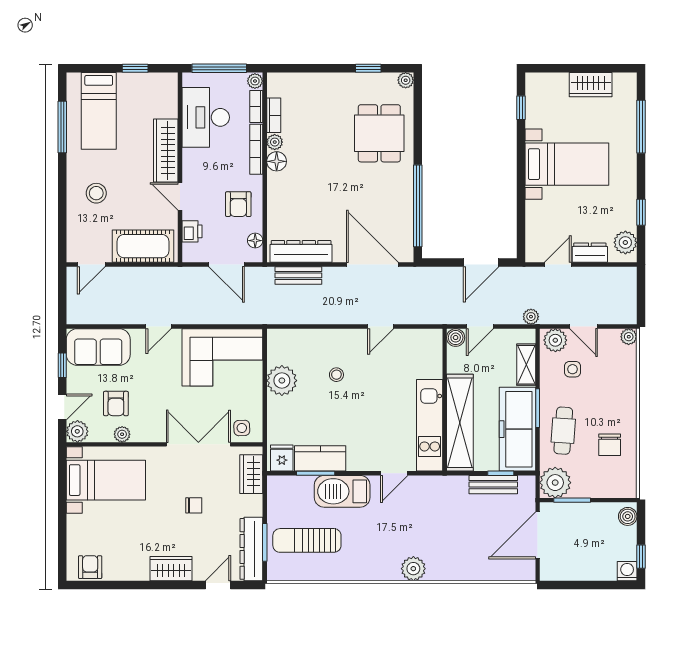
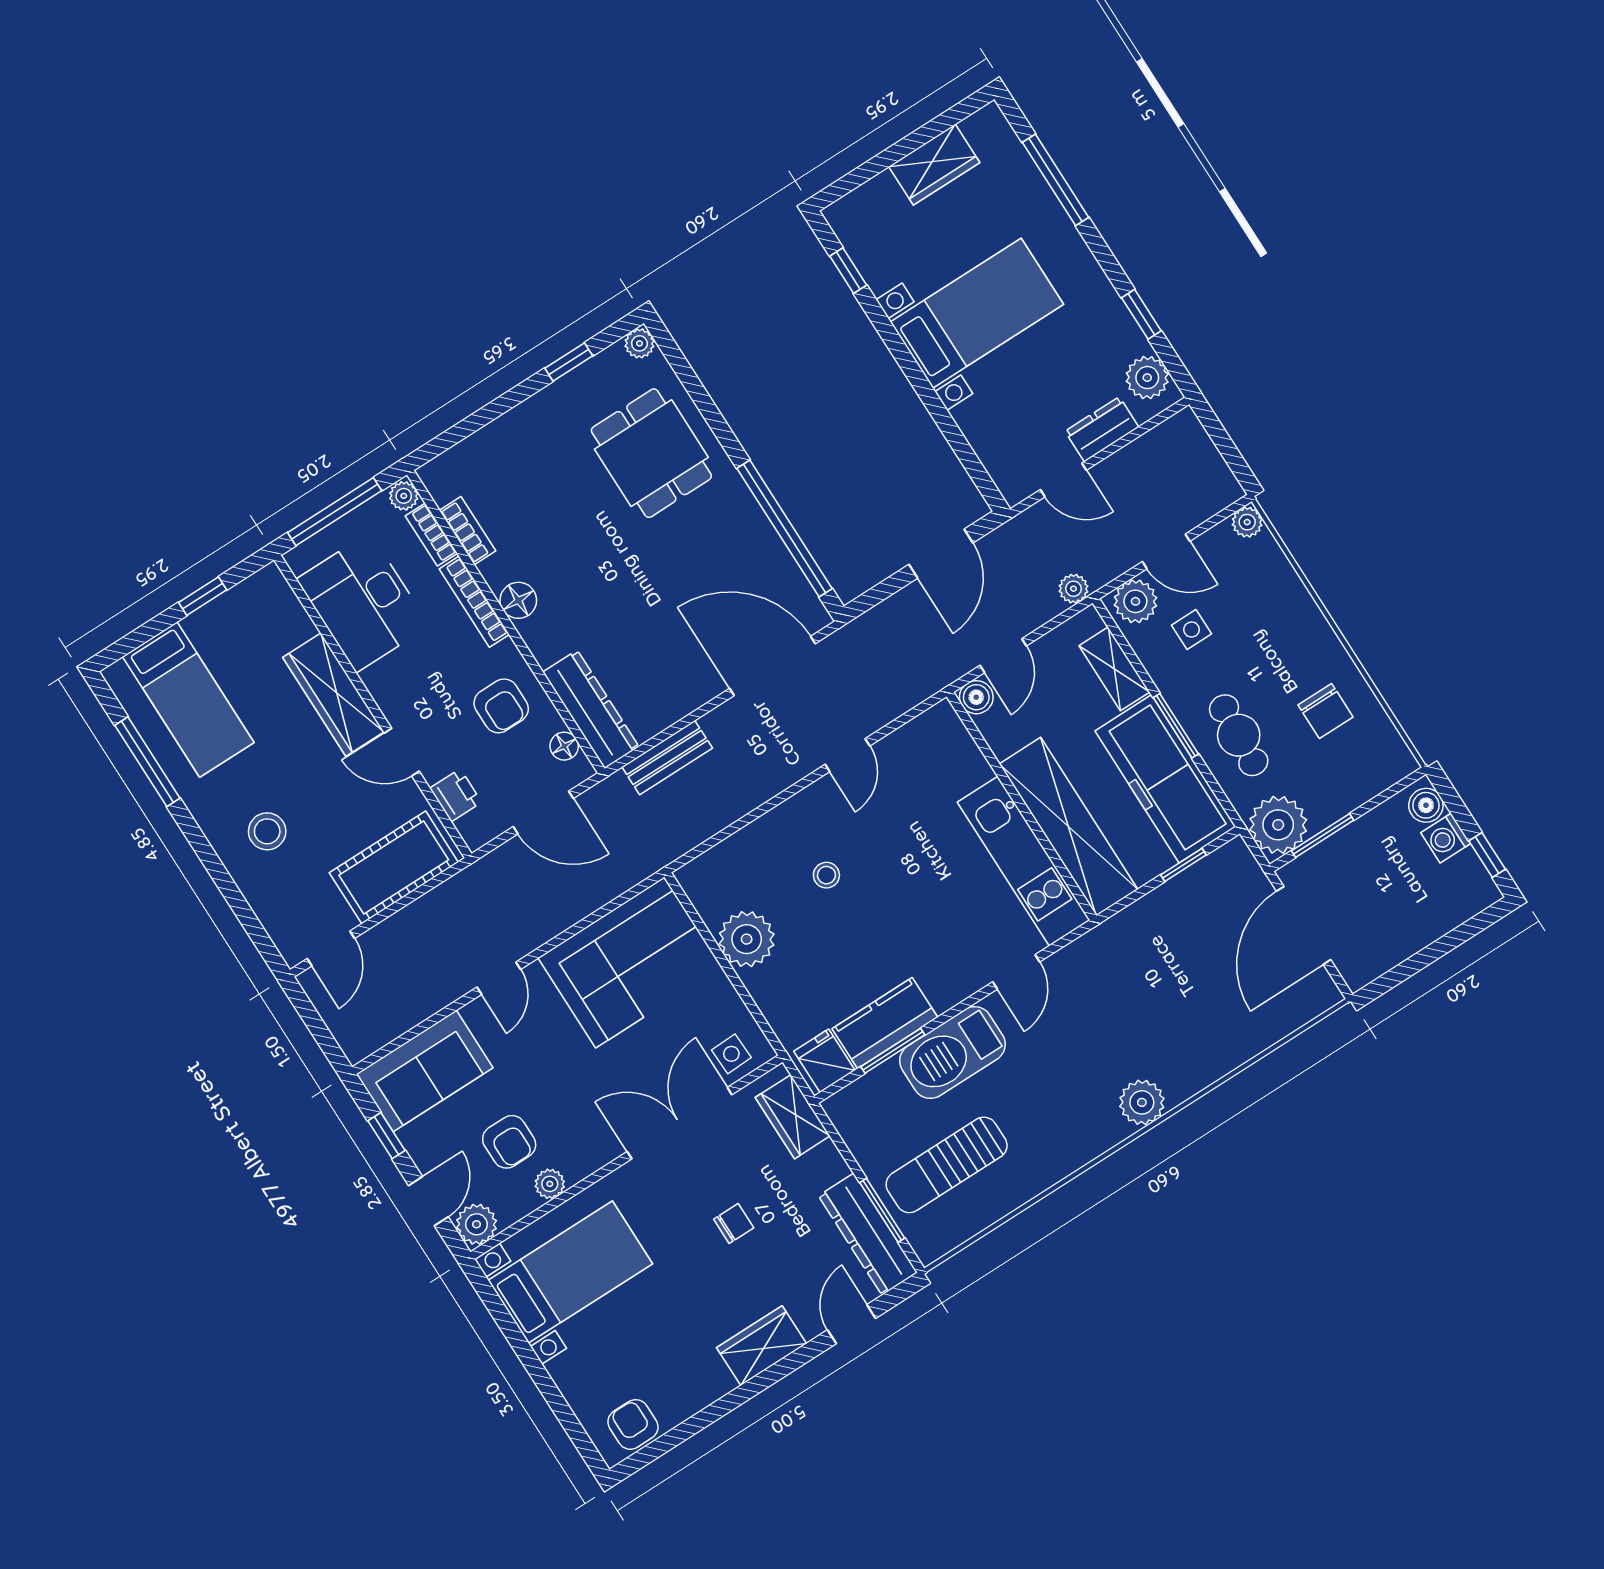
plant: (275, 142) -> (496, 572), removed
dresser: (301, 251) -> (591, 709), moved, turned 90
door: (558, 265) -> (1063, 480), swing flipped
bench: (493, 485) -> (1183, 890), removed
washing machine: (627, 571) -> (1446, 838), moved, turned -90

